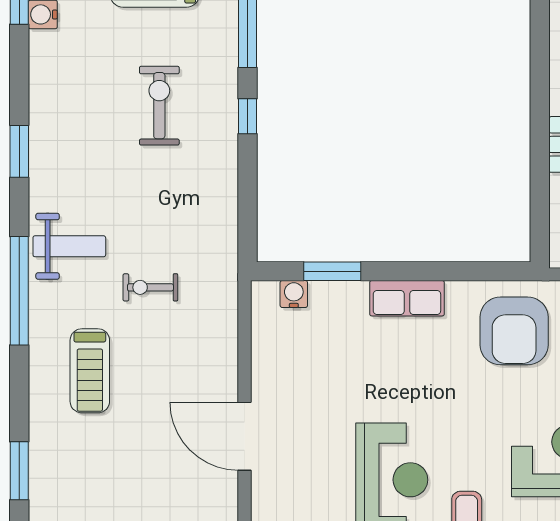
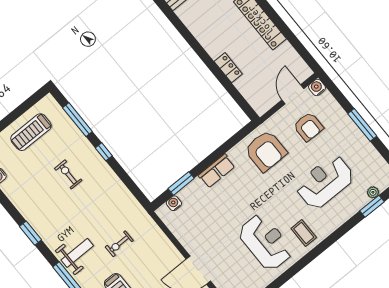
exercise bike: (159, 106) -> (68, 174), width x0.73, depth x0.72

